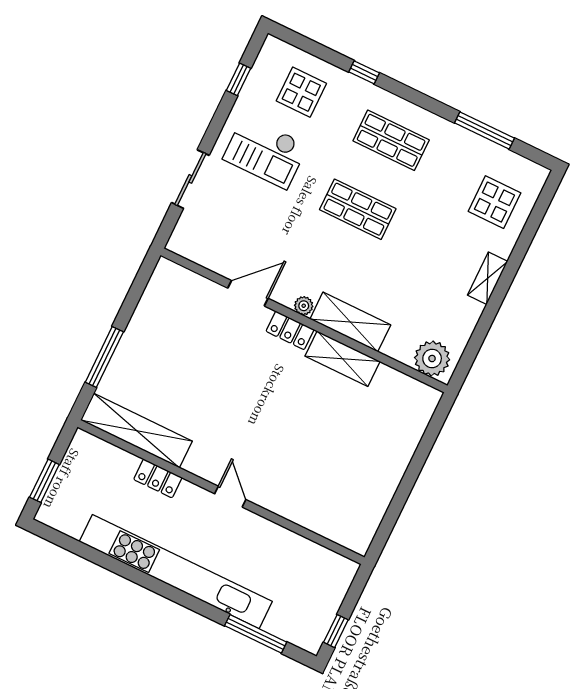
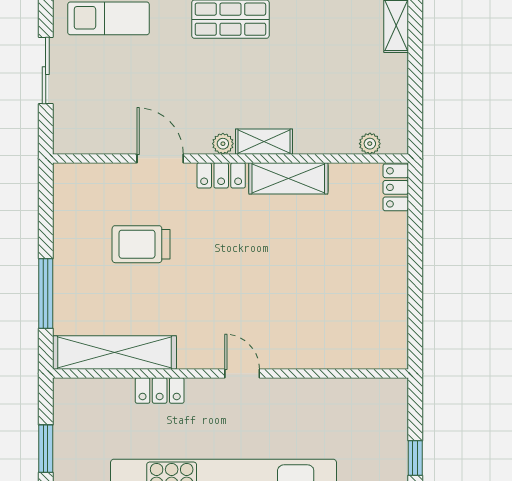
door: (248, 293) -> (160, 158), hinge flipped
shelving: (350, 322) -> (264, 142), width x0.67, depth x0.75
trolley: (199, 354) -> (141, 244), added
plant: (432, 359) -> (370, 144), width x0.53, depth x0.53
locker: (425, 407) -> (396, 187), added

